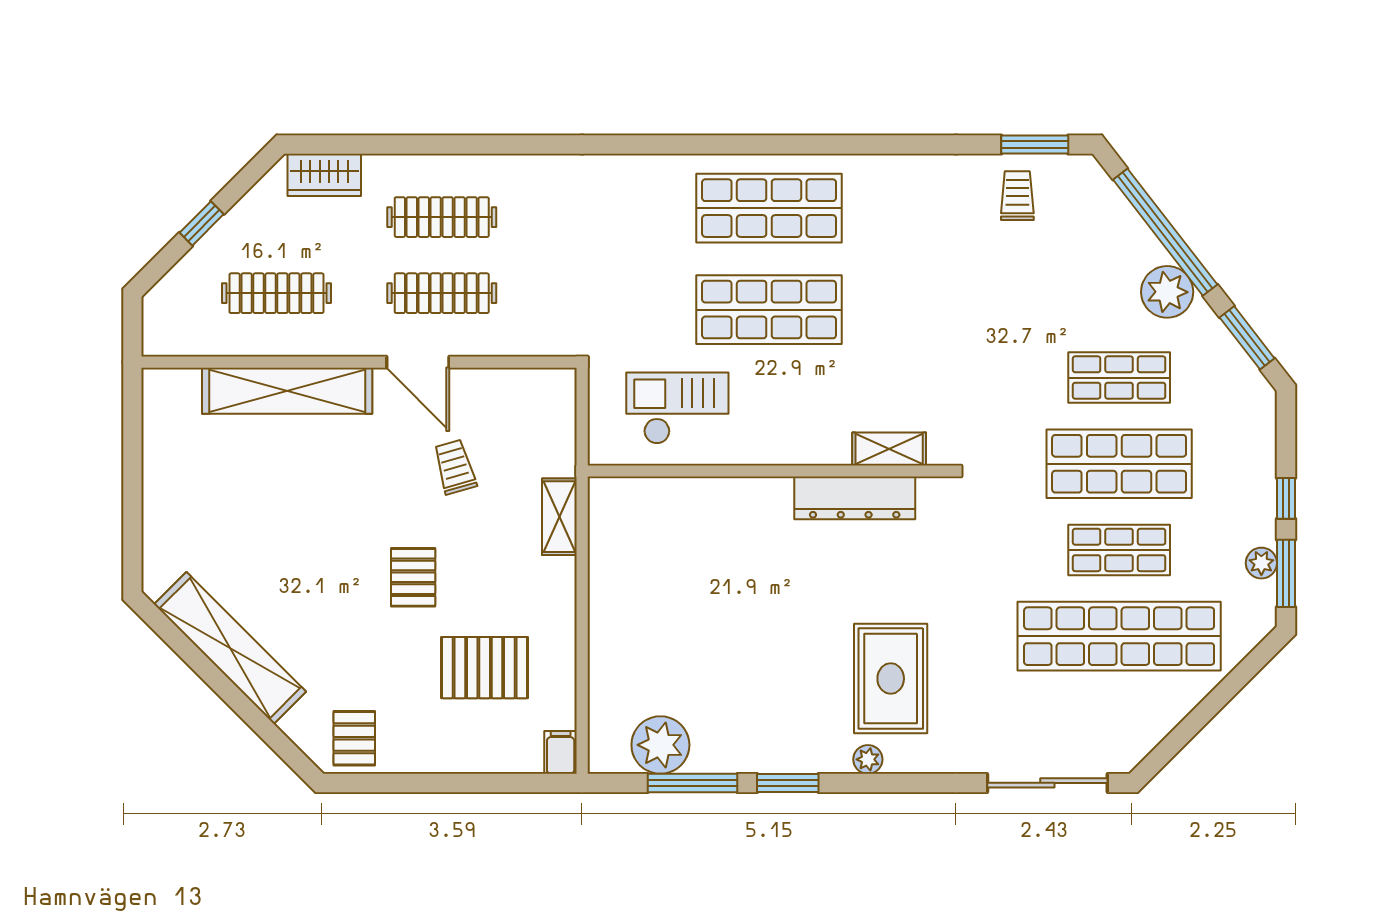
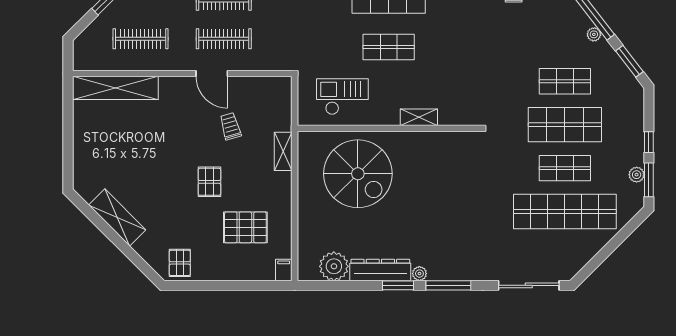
plant: (1167, 292) -> (594, 34), width x0.53, depth x0.53
shop shelf: (769, 310) -> (389, 47), width x0.70, depth x0.74
shelving: (287, 391) -> (115, 88), moved
shelving: (889, 449) -> (419, 117), moved
dresser: (855, 498) -> (380, 270), moved, turned 180
spiral stairs: (708, 561) -> (358, 174), added
shelving: (230, 648) -> (117, 217), width x0.68
rug: (891, 679) -> (450, 233), removed
plant: (868, 759) -> (419, 274), moved
window: (693, 783) -> (448, 285), moved

